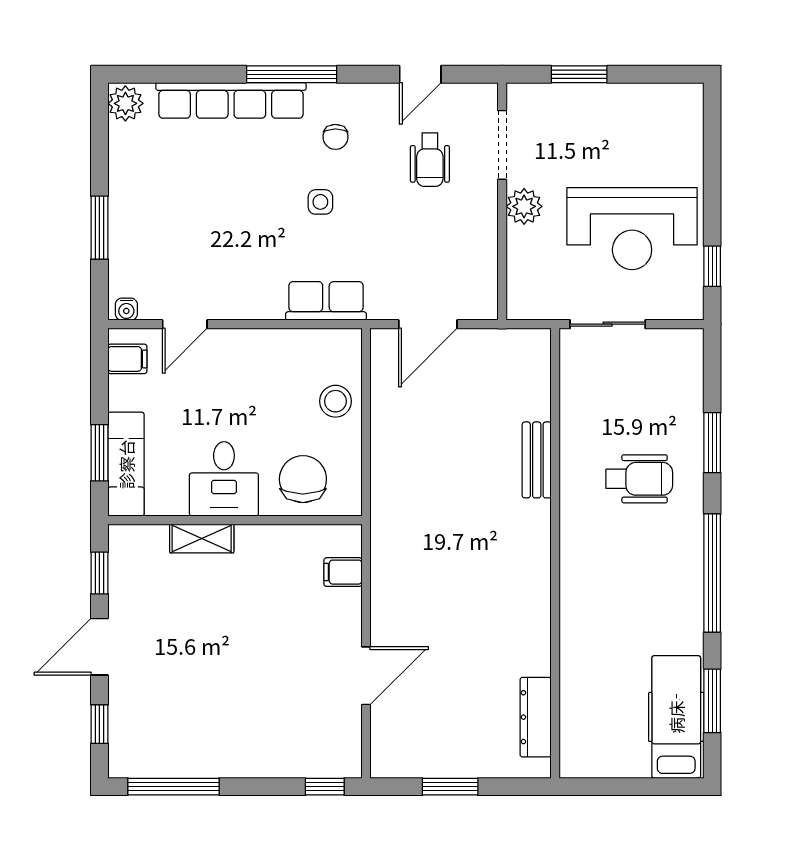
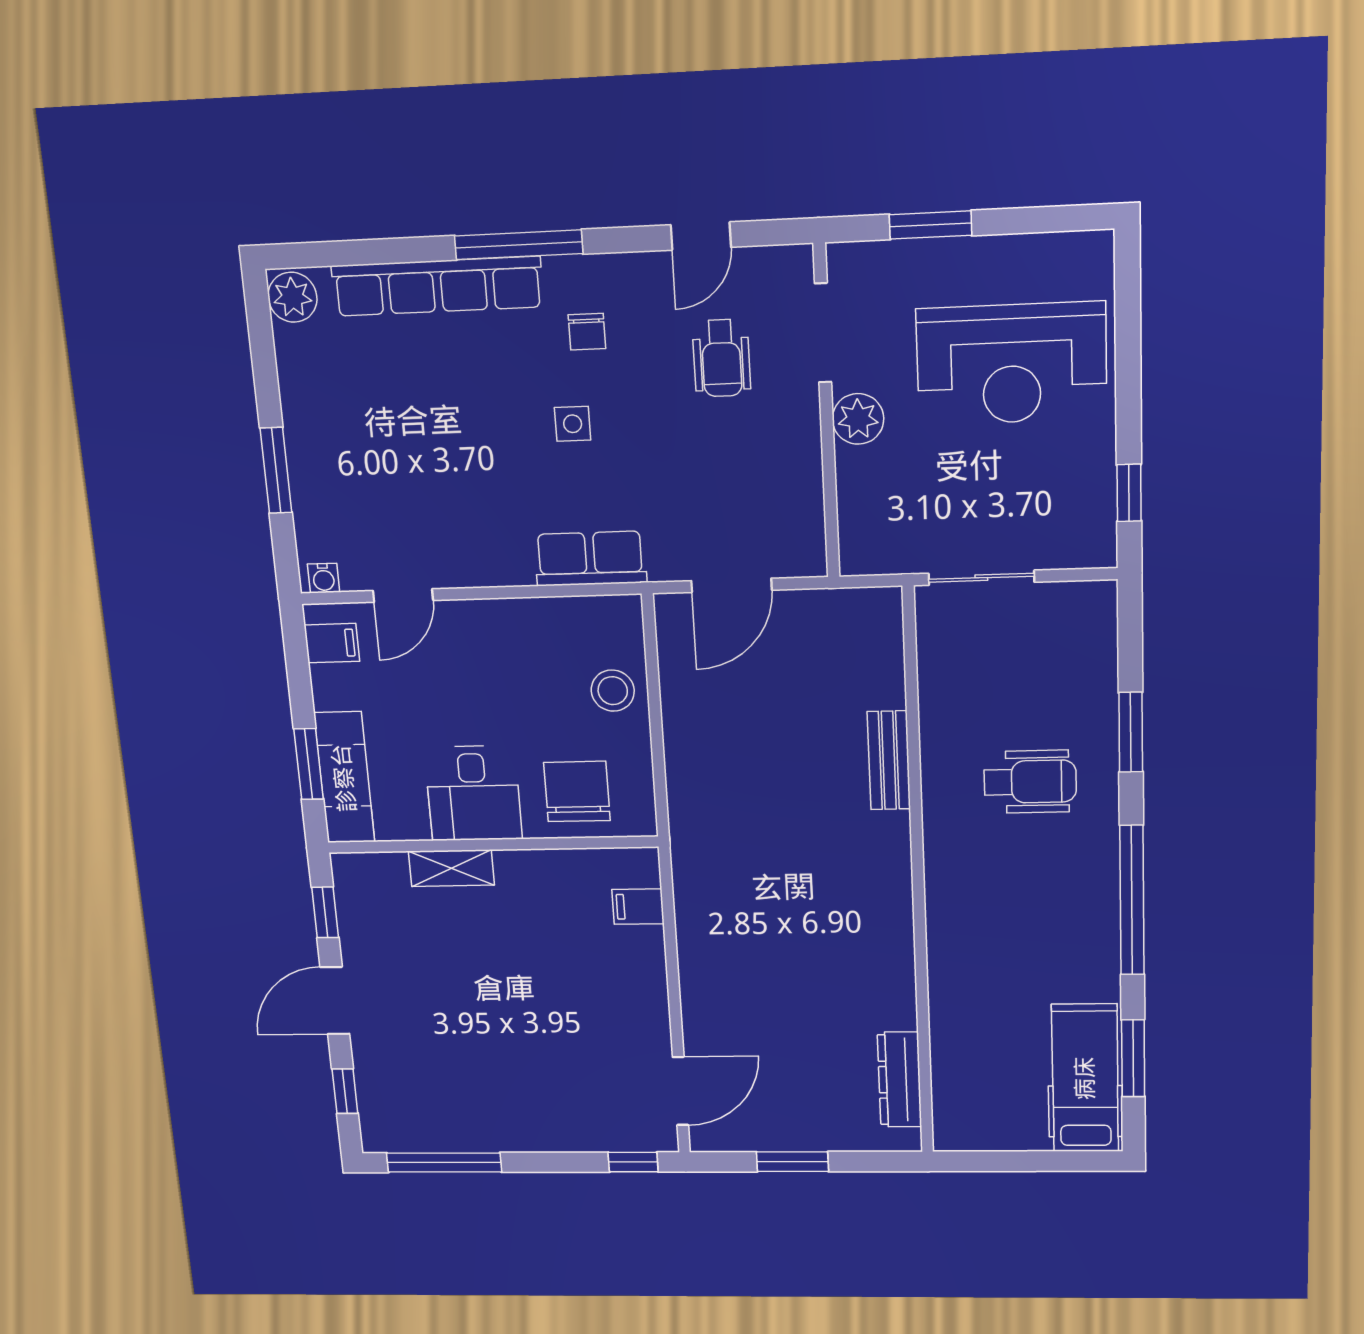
reception desk: (632, 229) -> (1011, 364), moved
door: (366, 676) -> (680, 1091), moved

